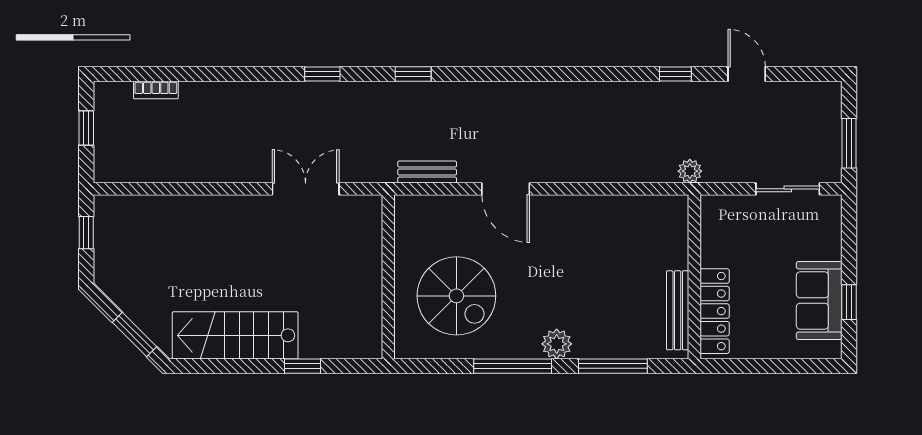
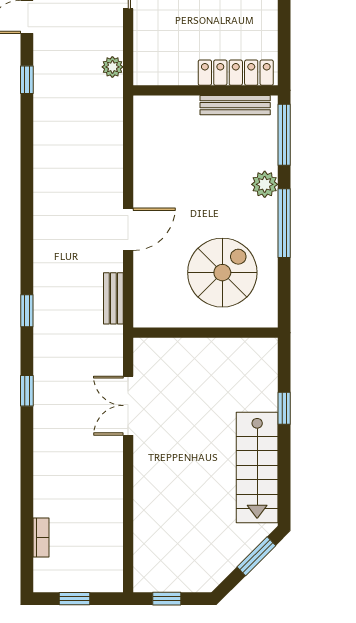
wall: (694, 277) -> (206, 90), moved
bench: (678, 310) -> (235, 105), moved
locker: (715, 311) -> (236, 73), moved

